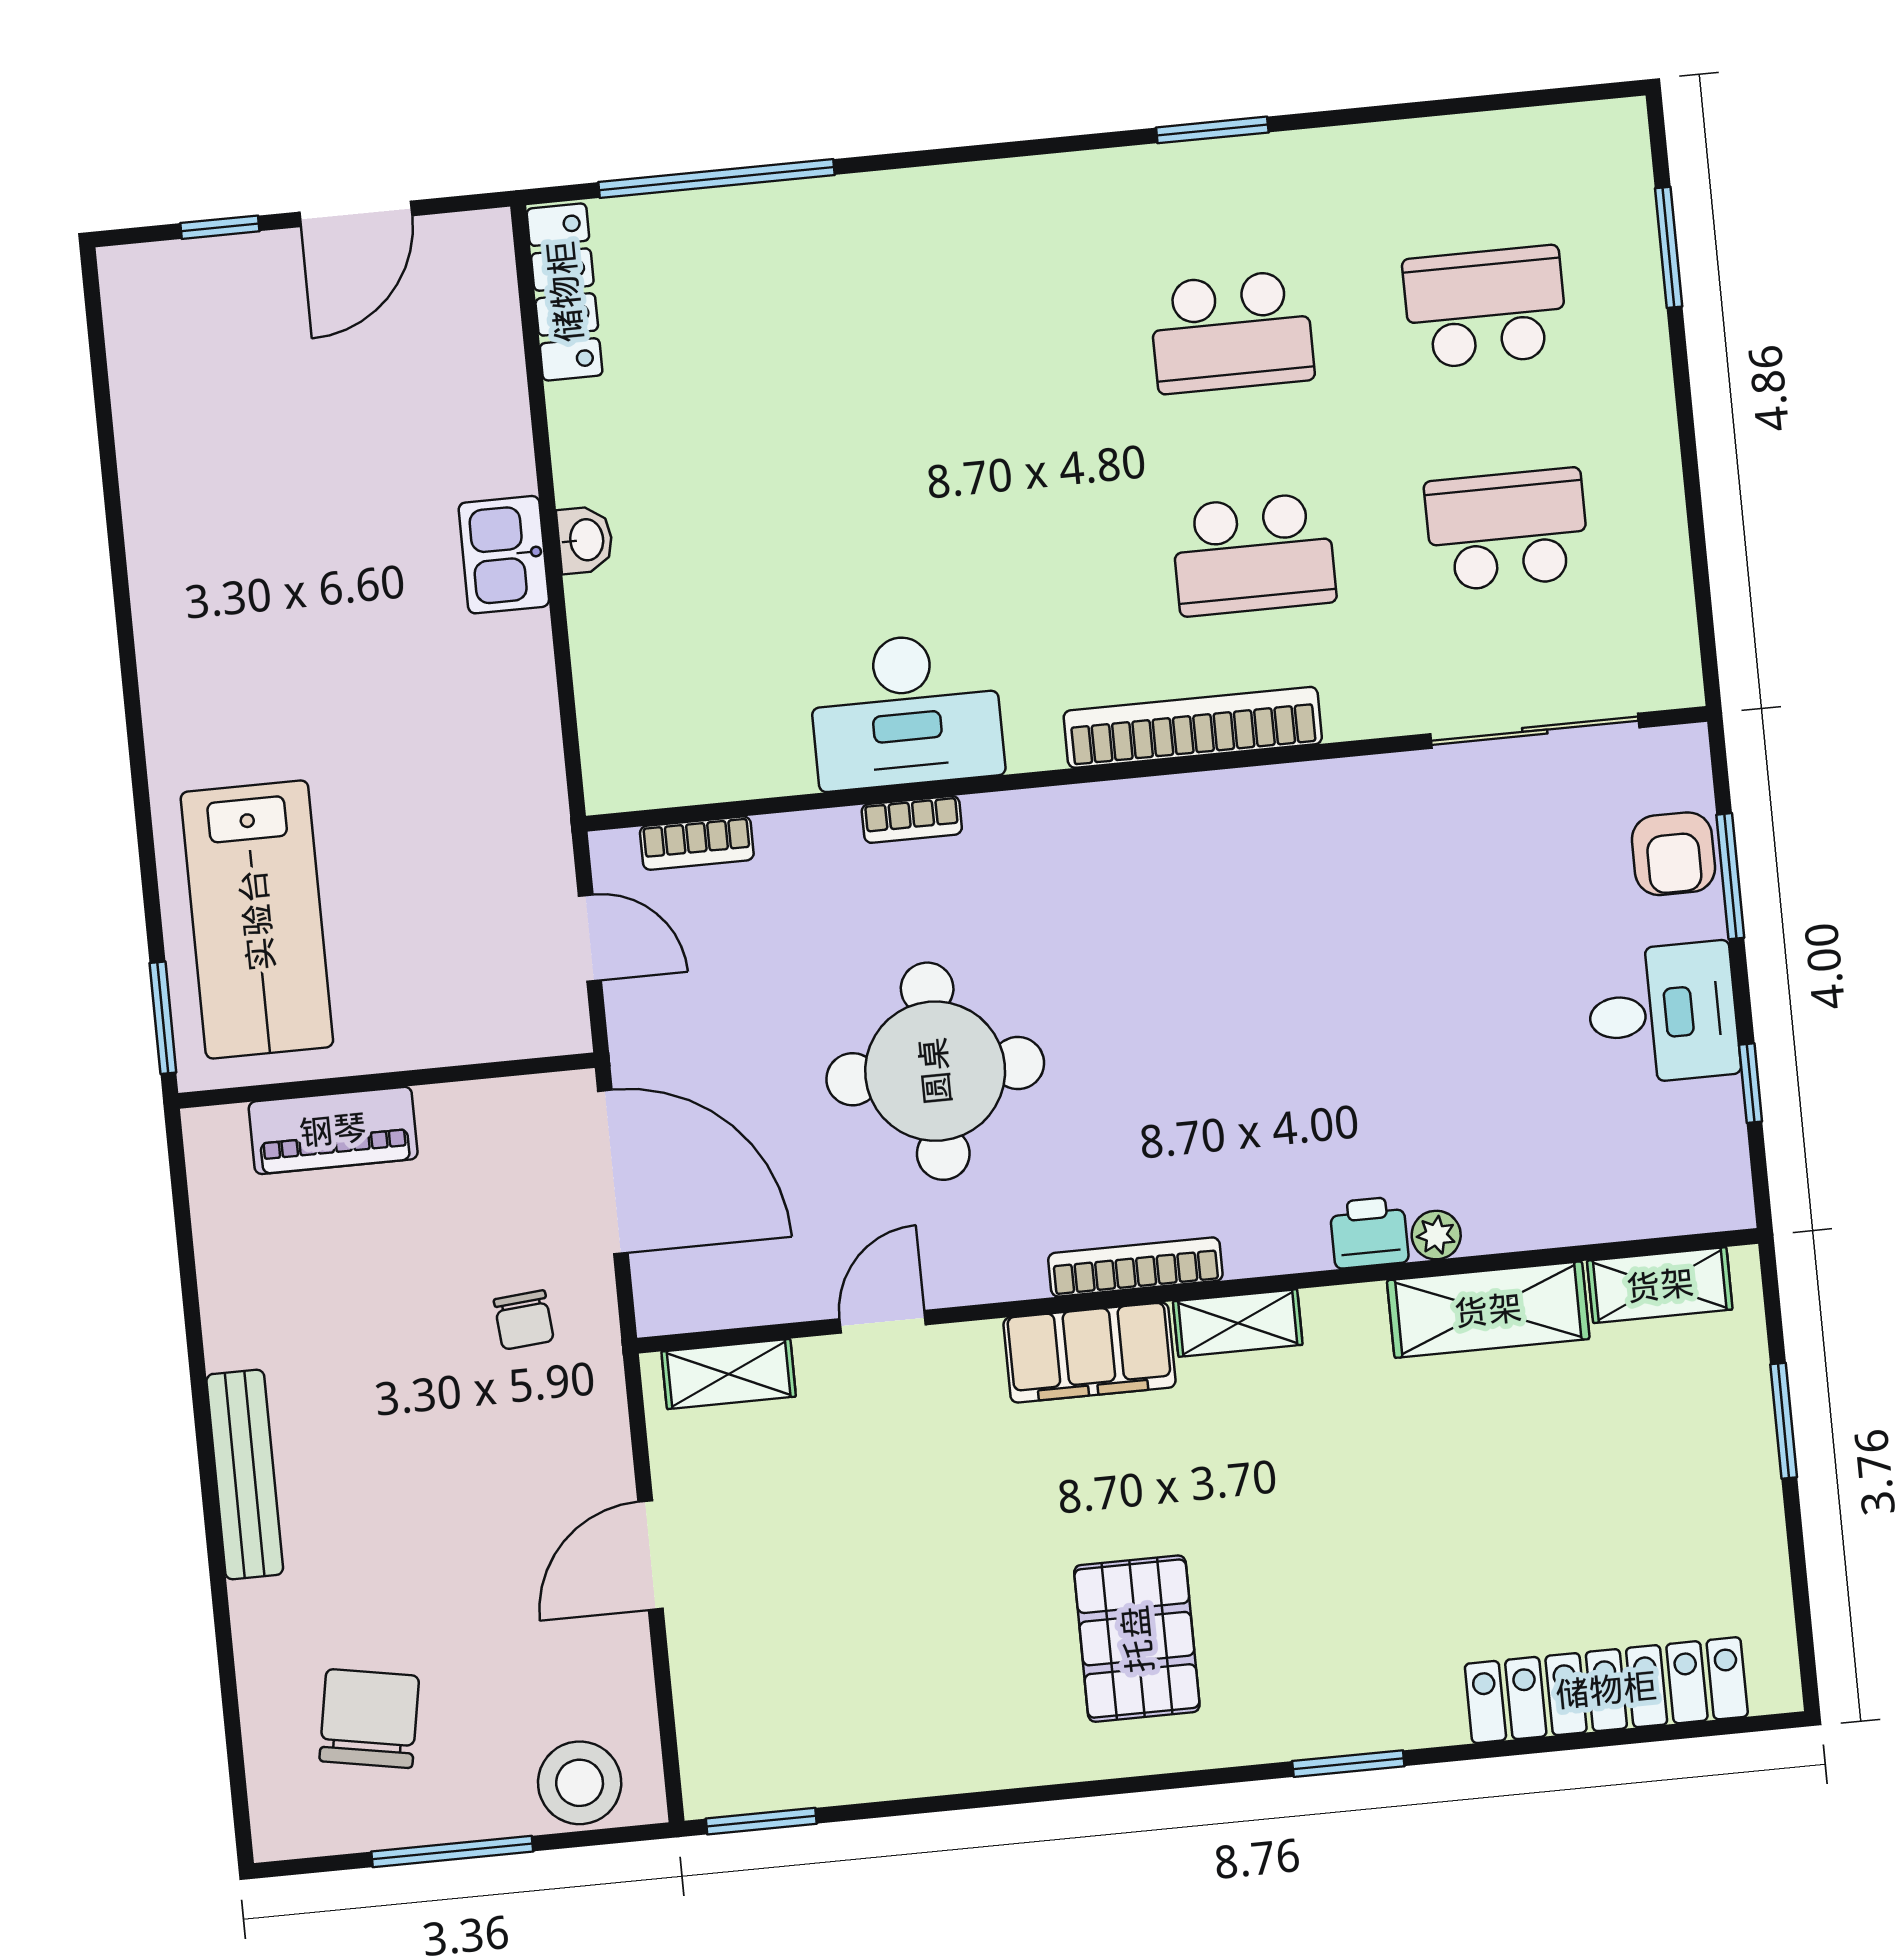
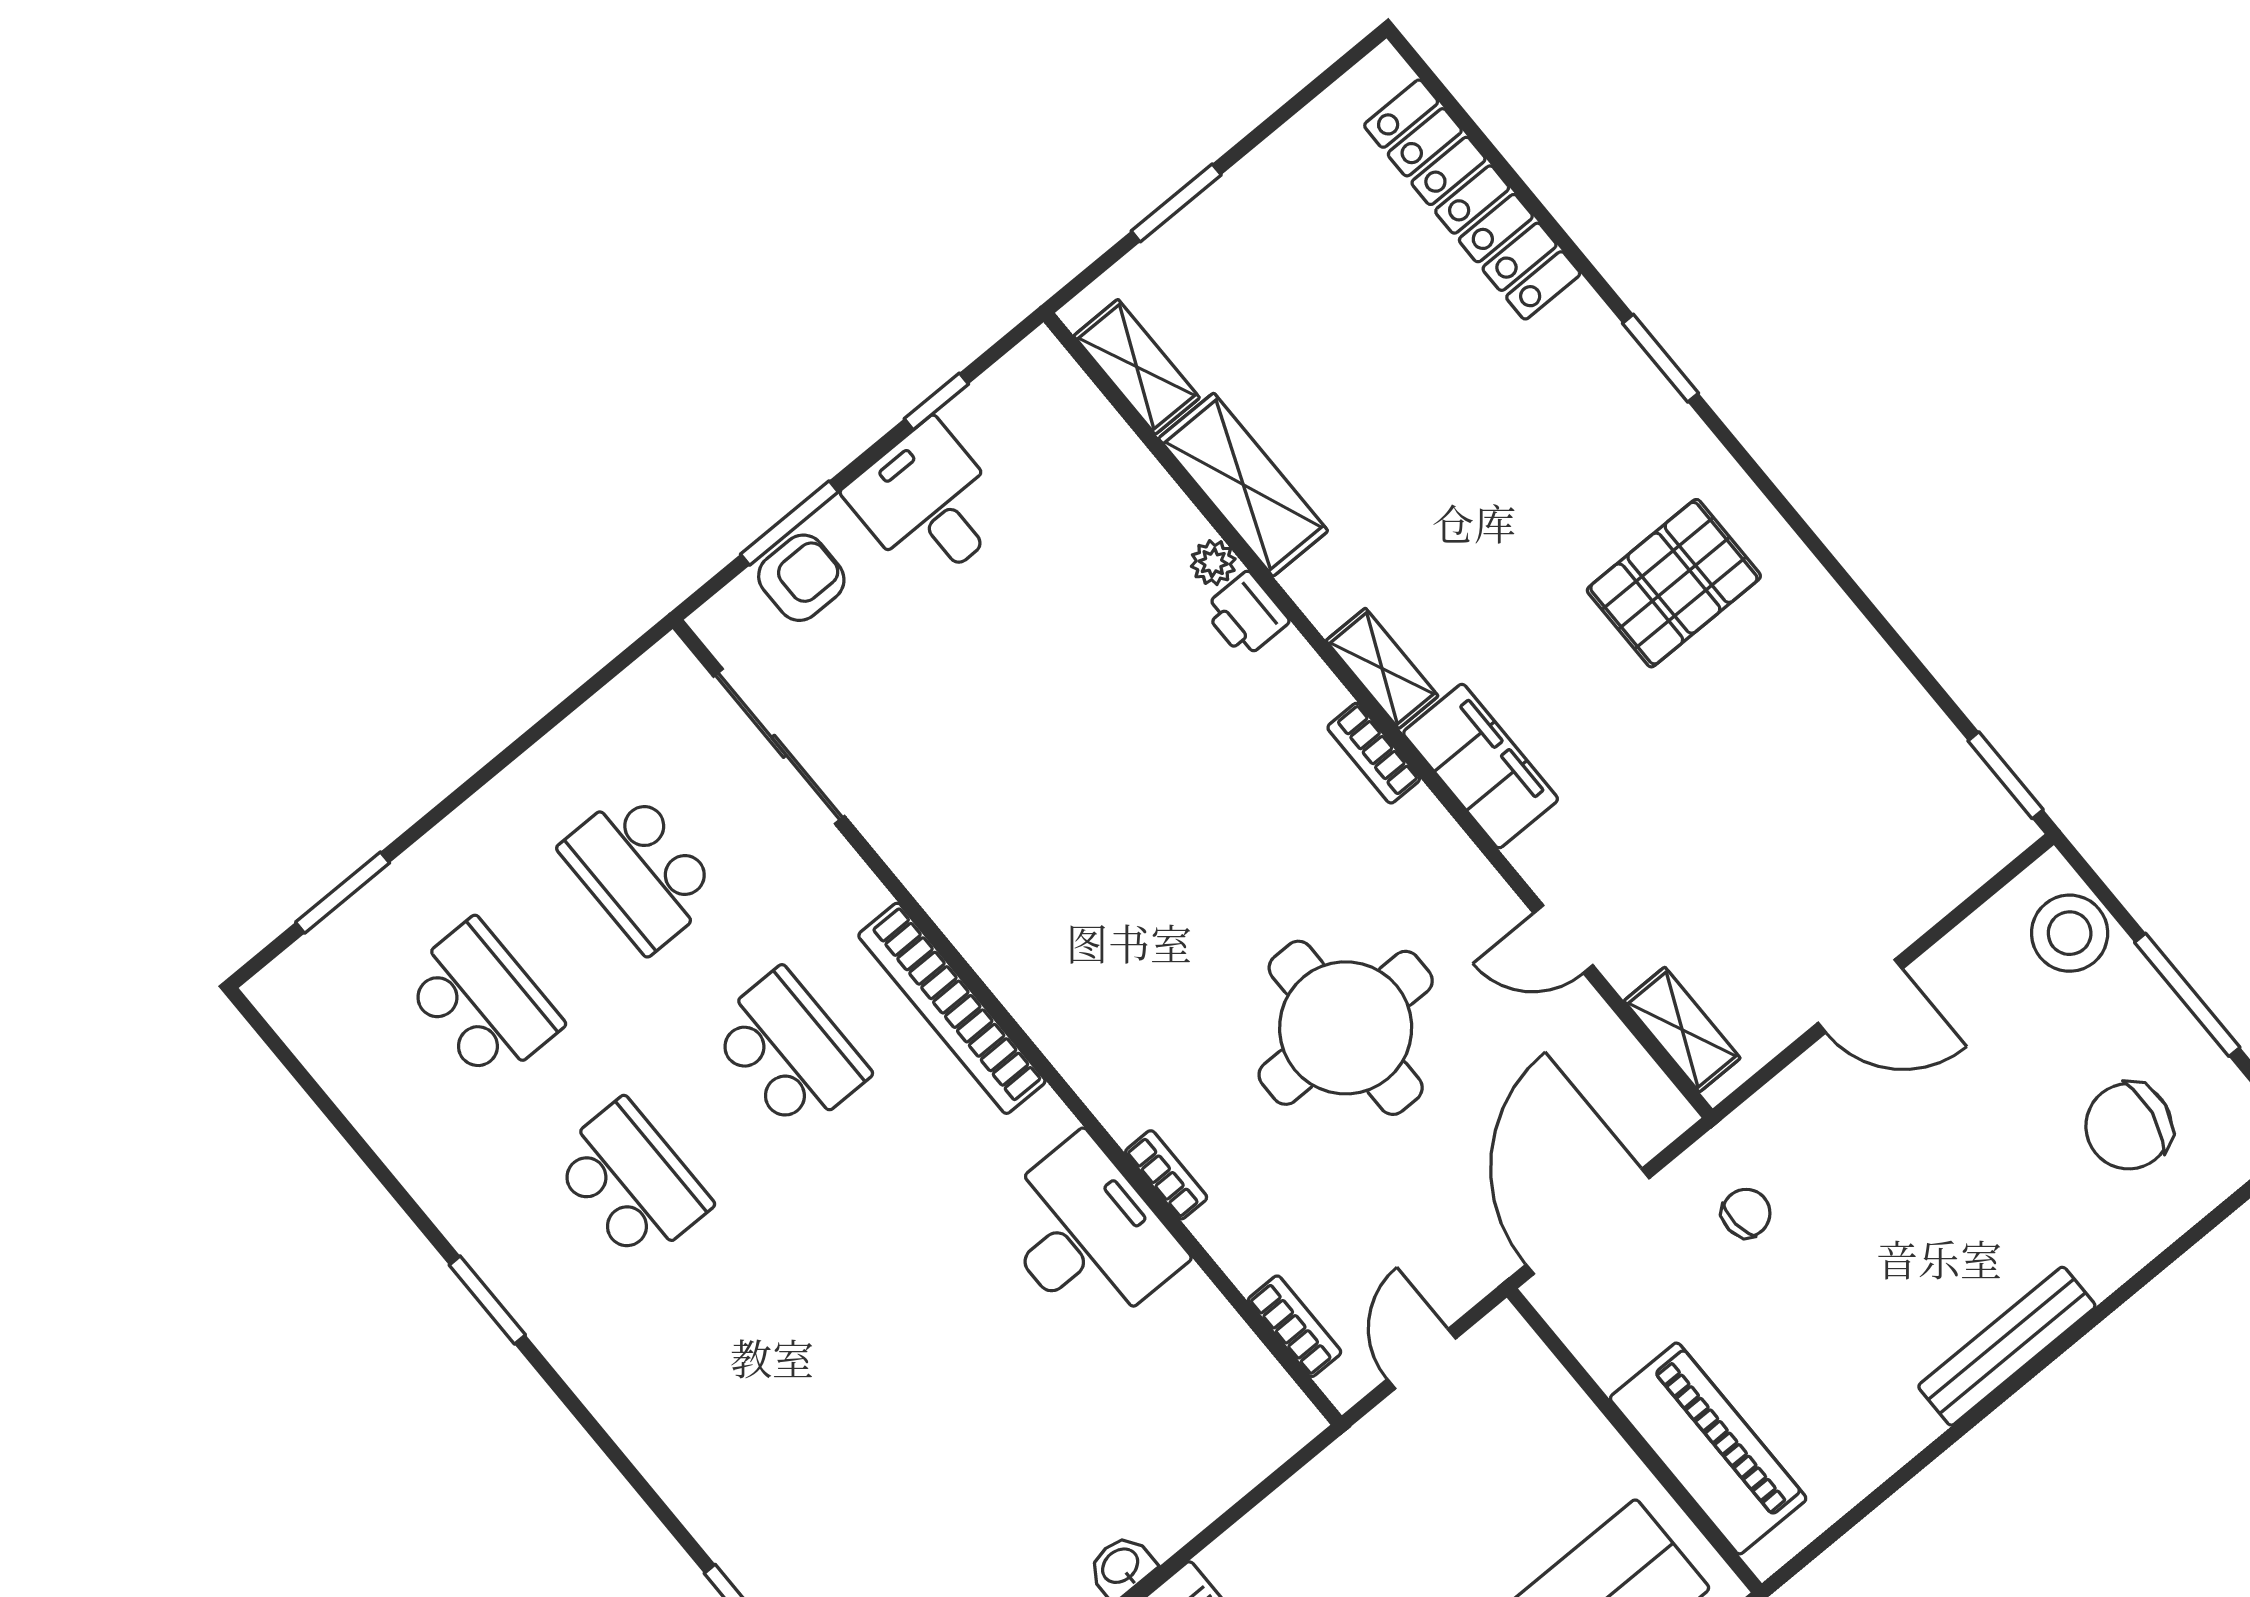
school desk: (1485, 307) -> (482, 1001), turned 180
piano: (333, 1130) -> (1708, 1448), width x1.37, depth x1.33
bookcase: (1135, 1267) -> (1374, 753), width x0.64

